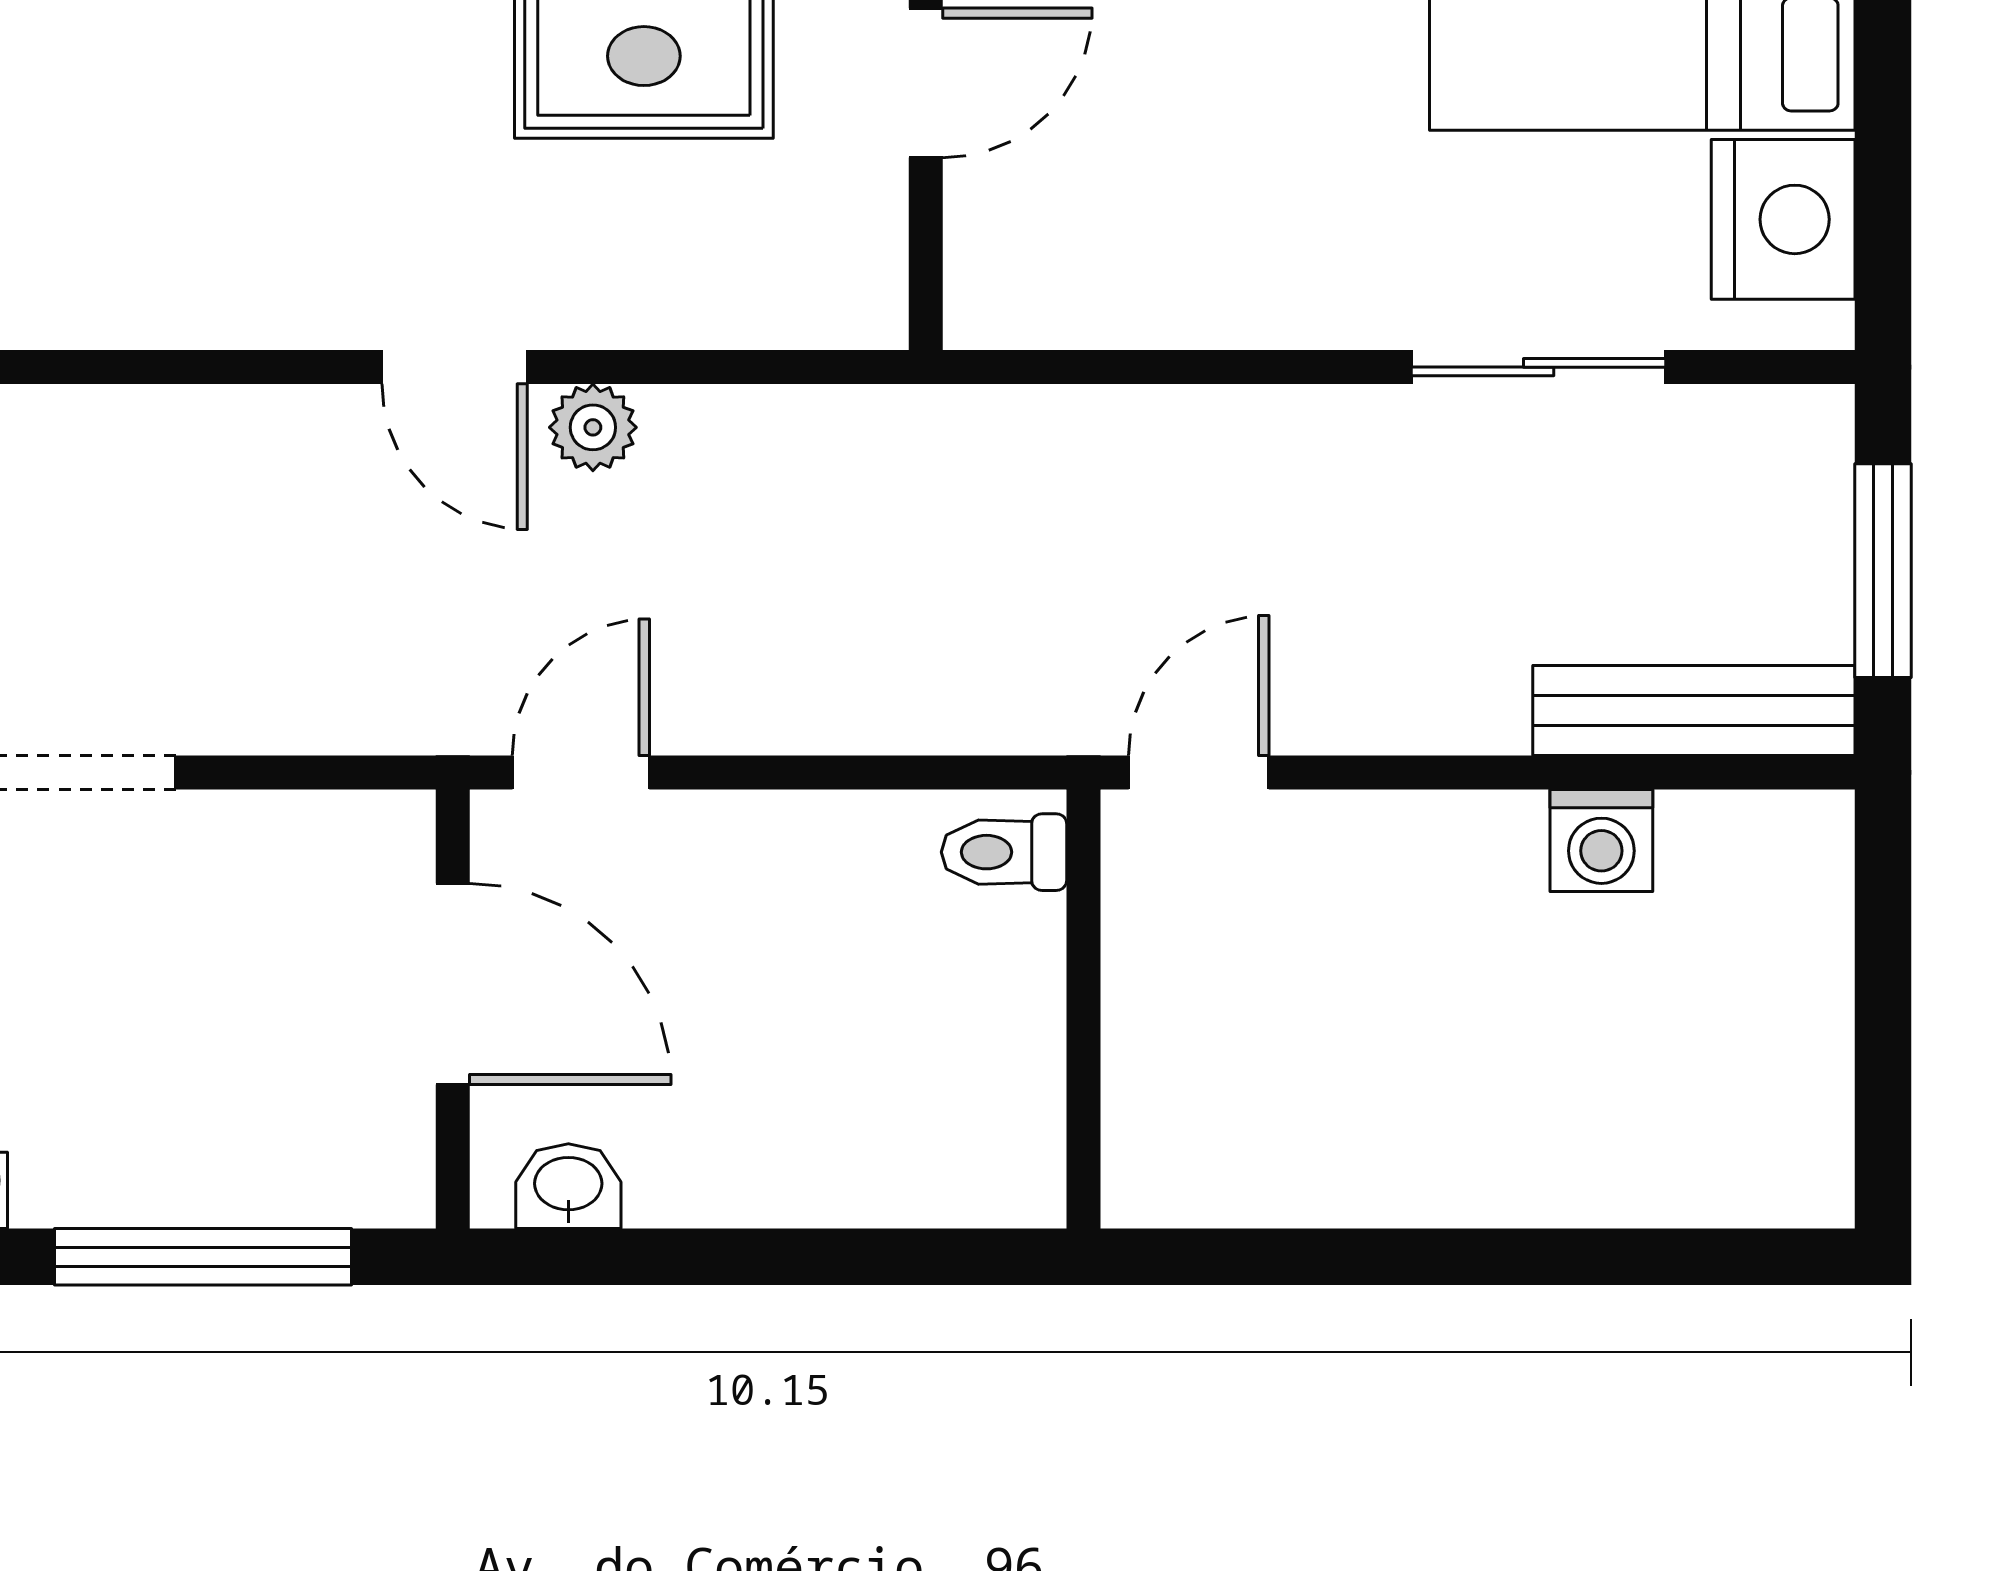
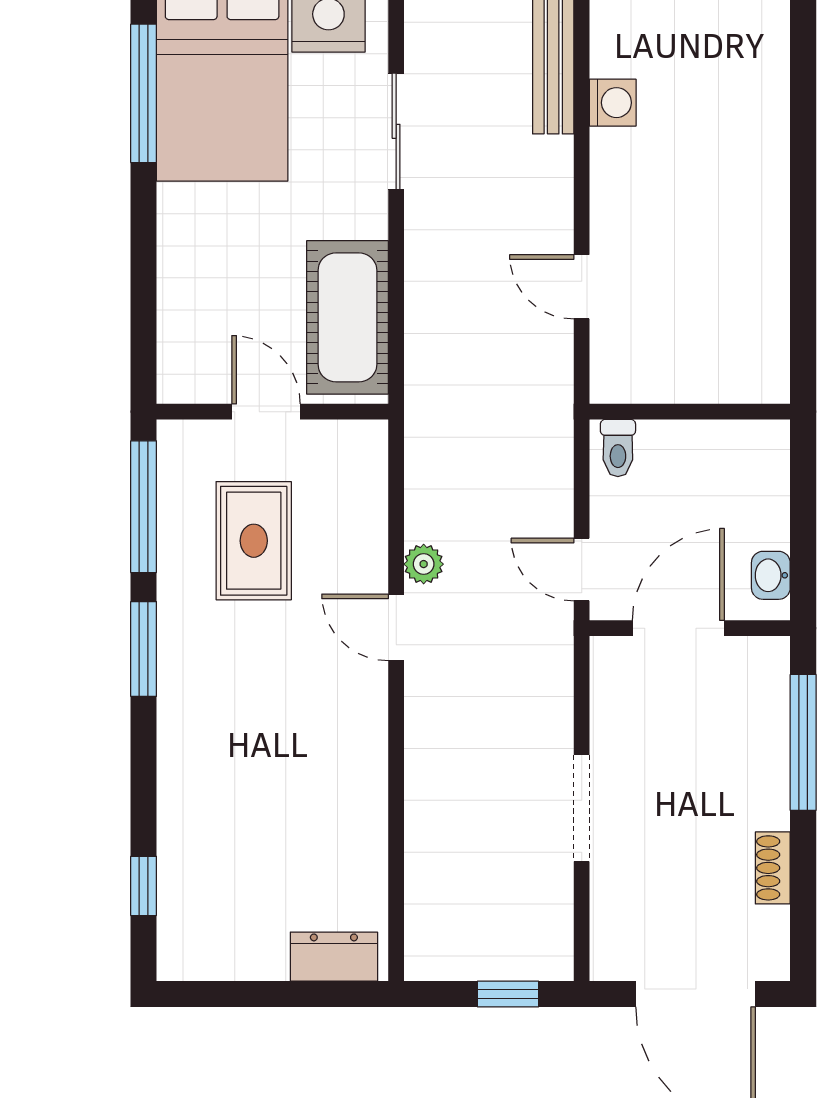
cot: (1132, 261) -> (347, 317), added
door: (455, 367) -> (396, 627), swing flipped
toilet: (1004, 852) -> (618, 448), moved
wall: (1084, 1009) -> (690, 412), moved

